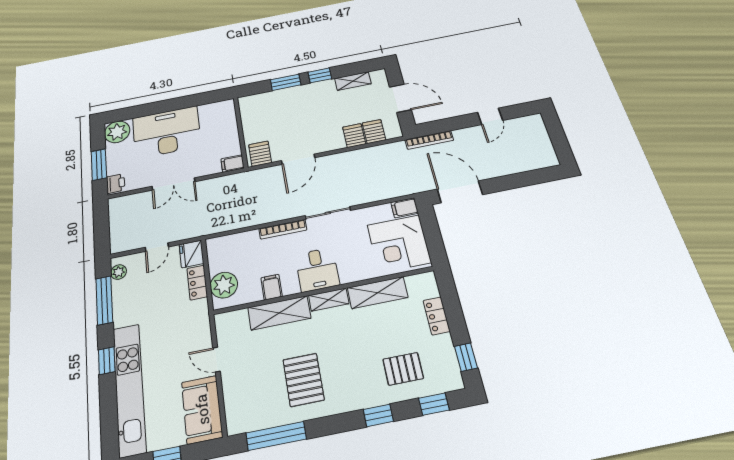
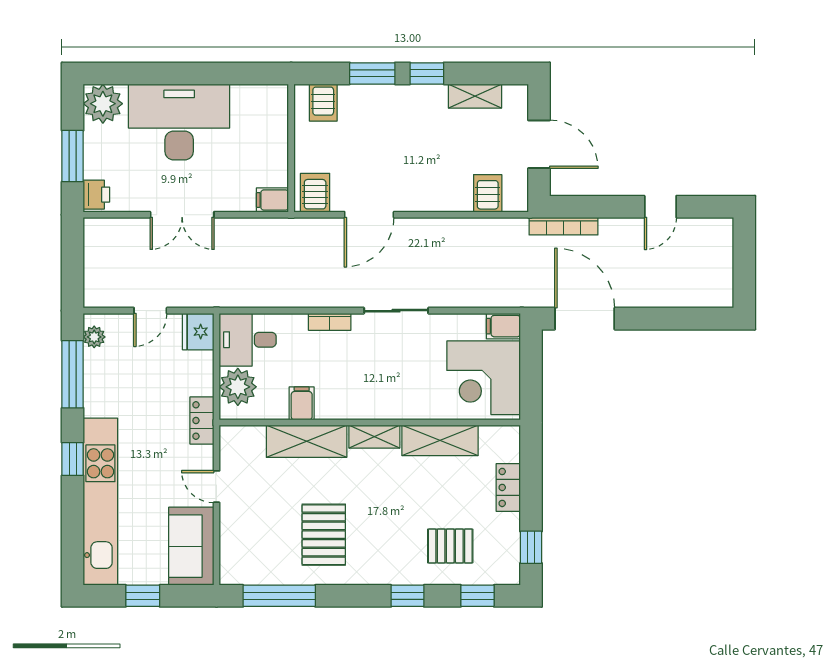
server rack: (354, 136) -> (323, 103), moved, turned 180
bookcase: (283, 229) -> (330, 322), width x0.64
desk: (317, 270) -> (248, 340), moved, turned 90
locker: (197, 283) -> (202, 421), moved

